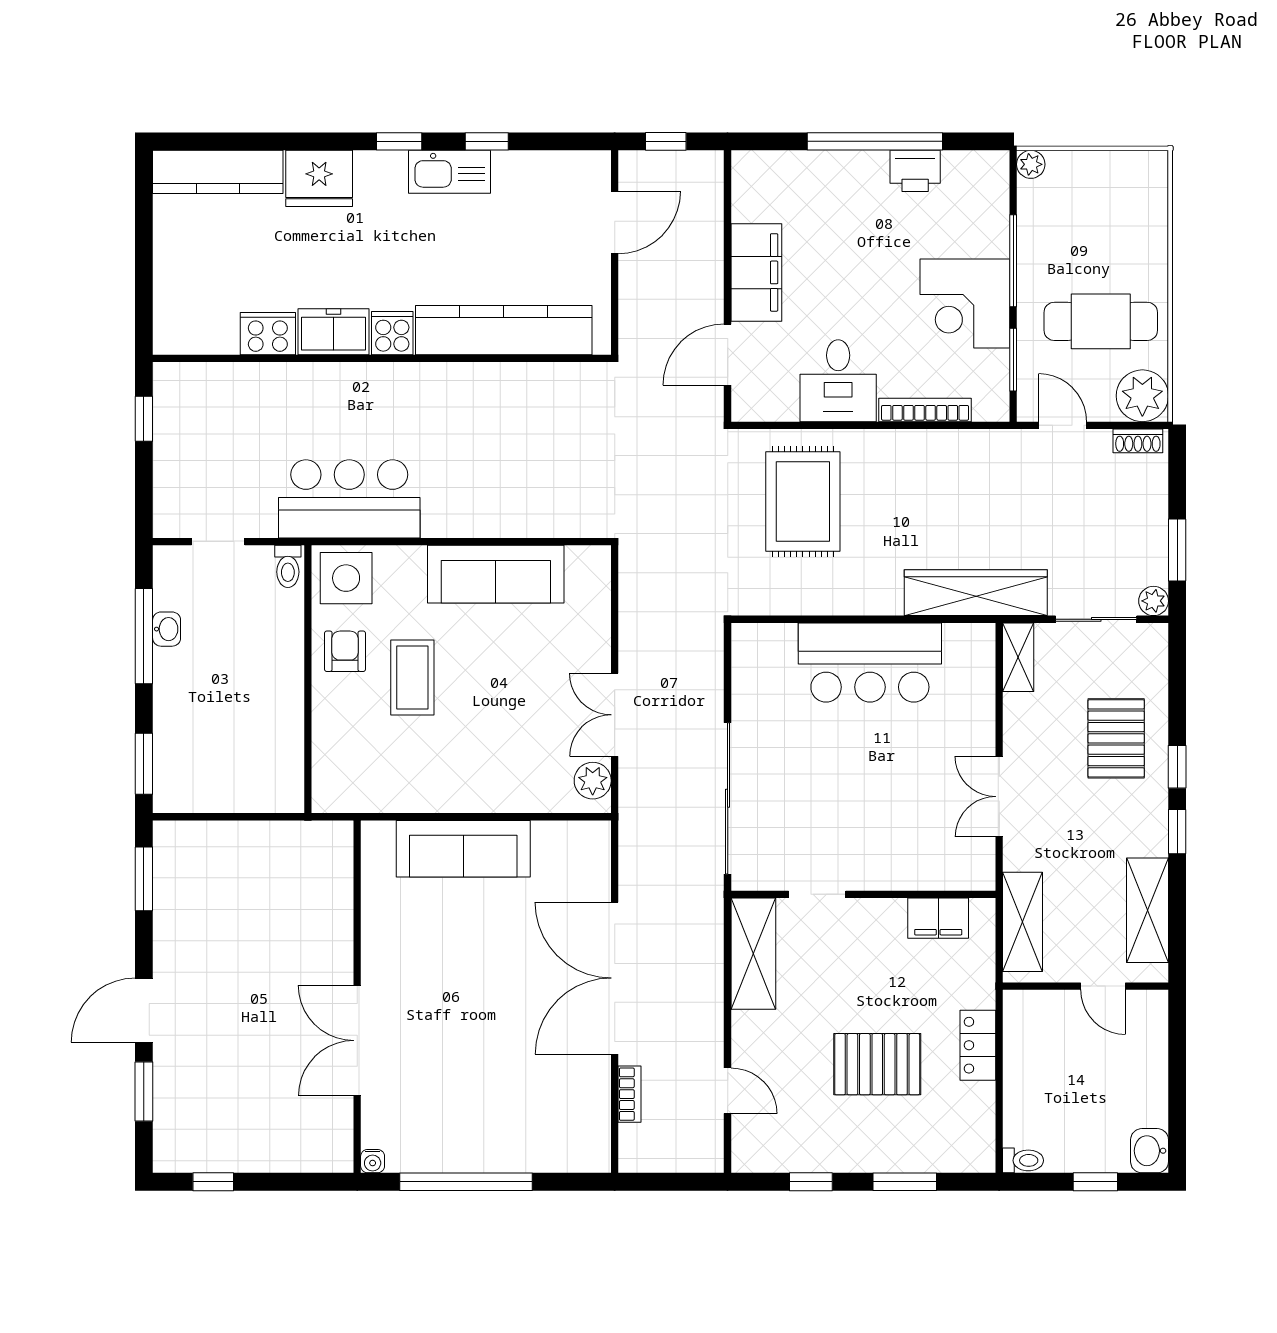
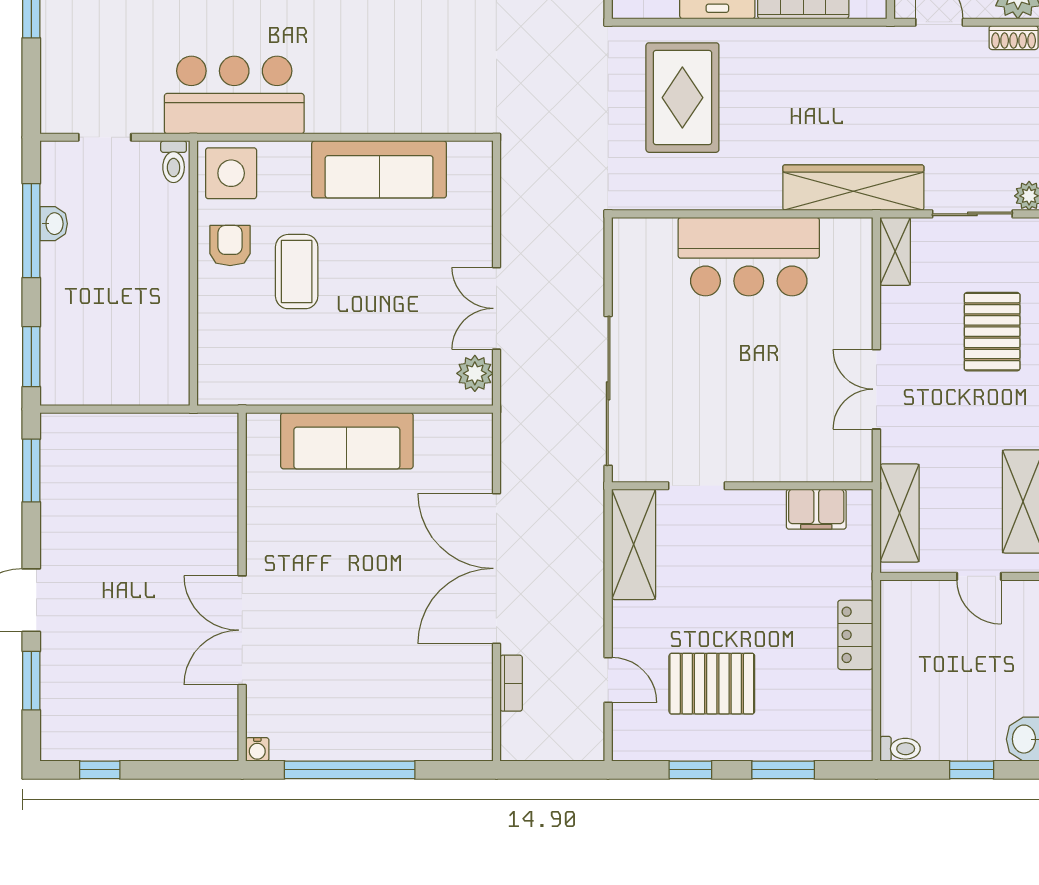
pallet: (877, 1064) -> (712, 684), moved

